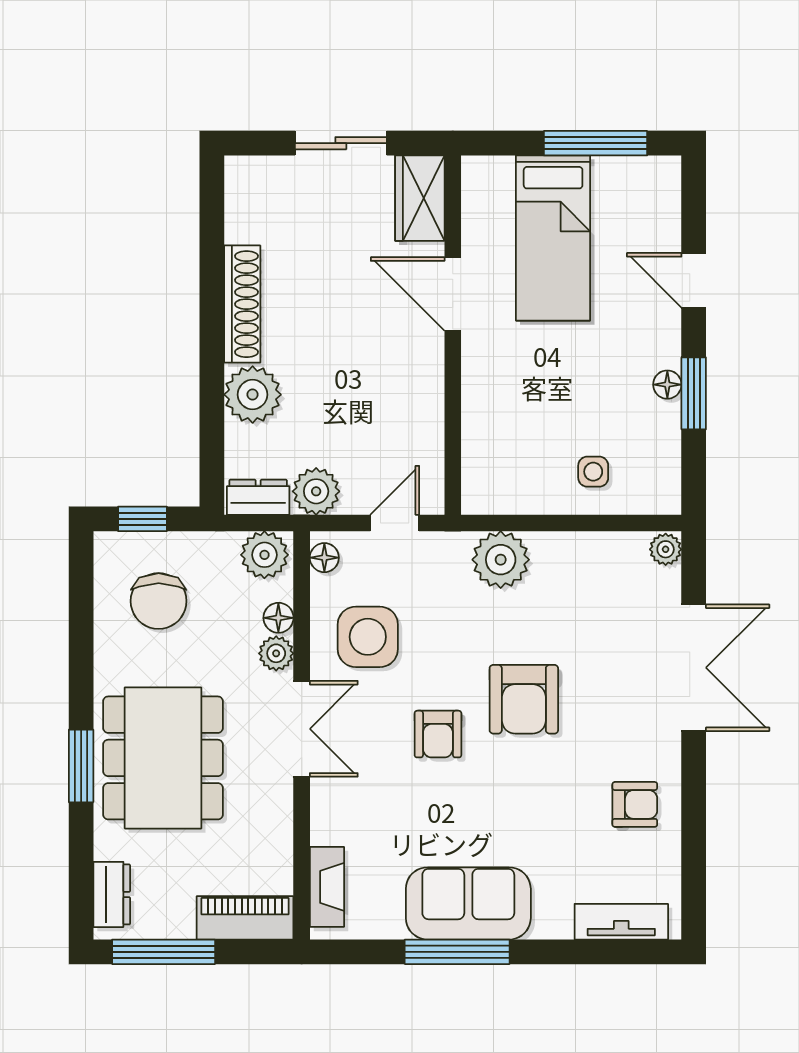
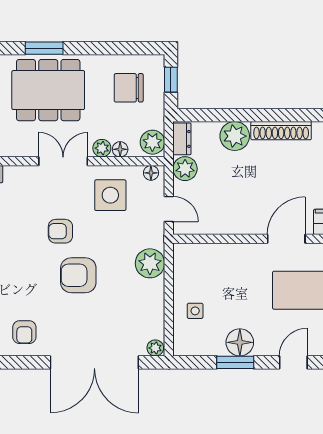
floor lamp: (667, 385) -> (240, 342), width x1.89, depth x1.89
double door: (694, 668) -> (94, 362), width x1.36
double door: (302, 729) -> (63, 161), swing flipped

